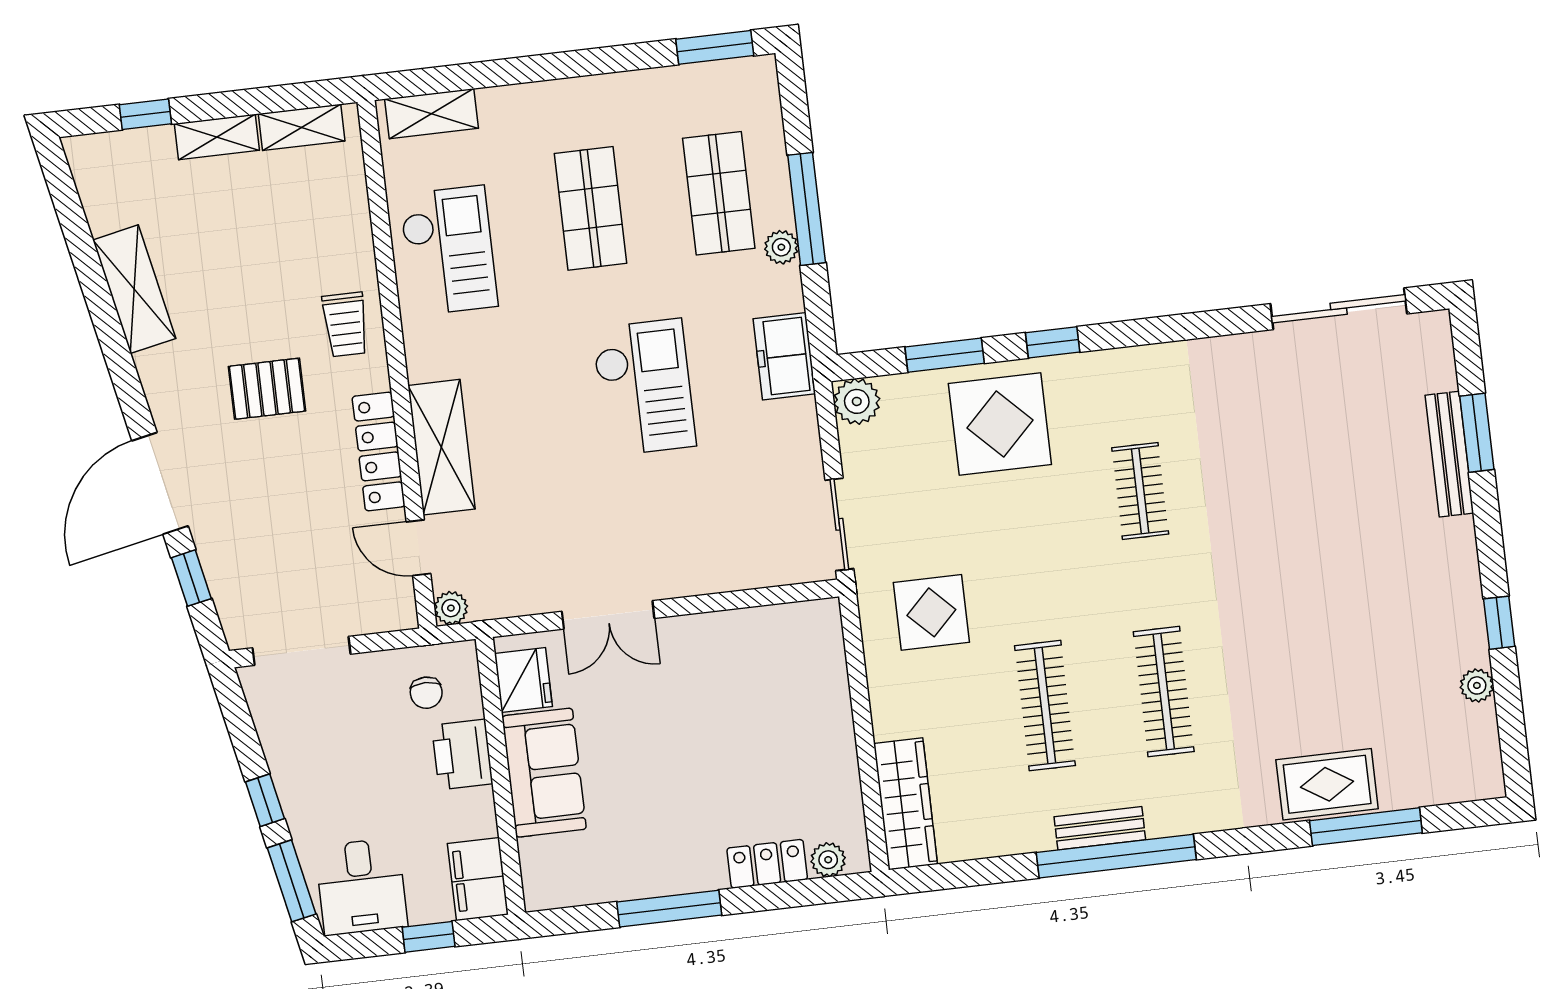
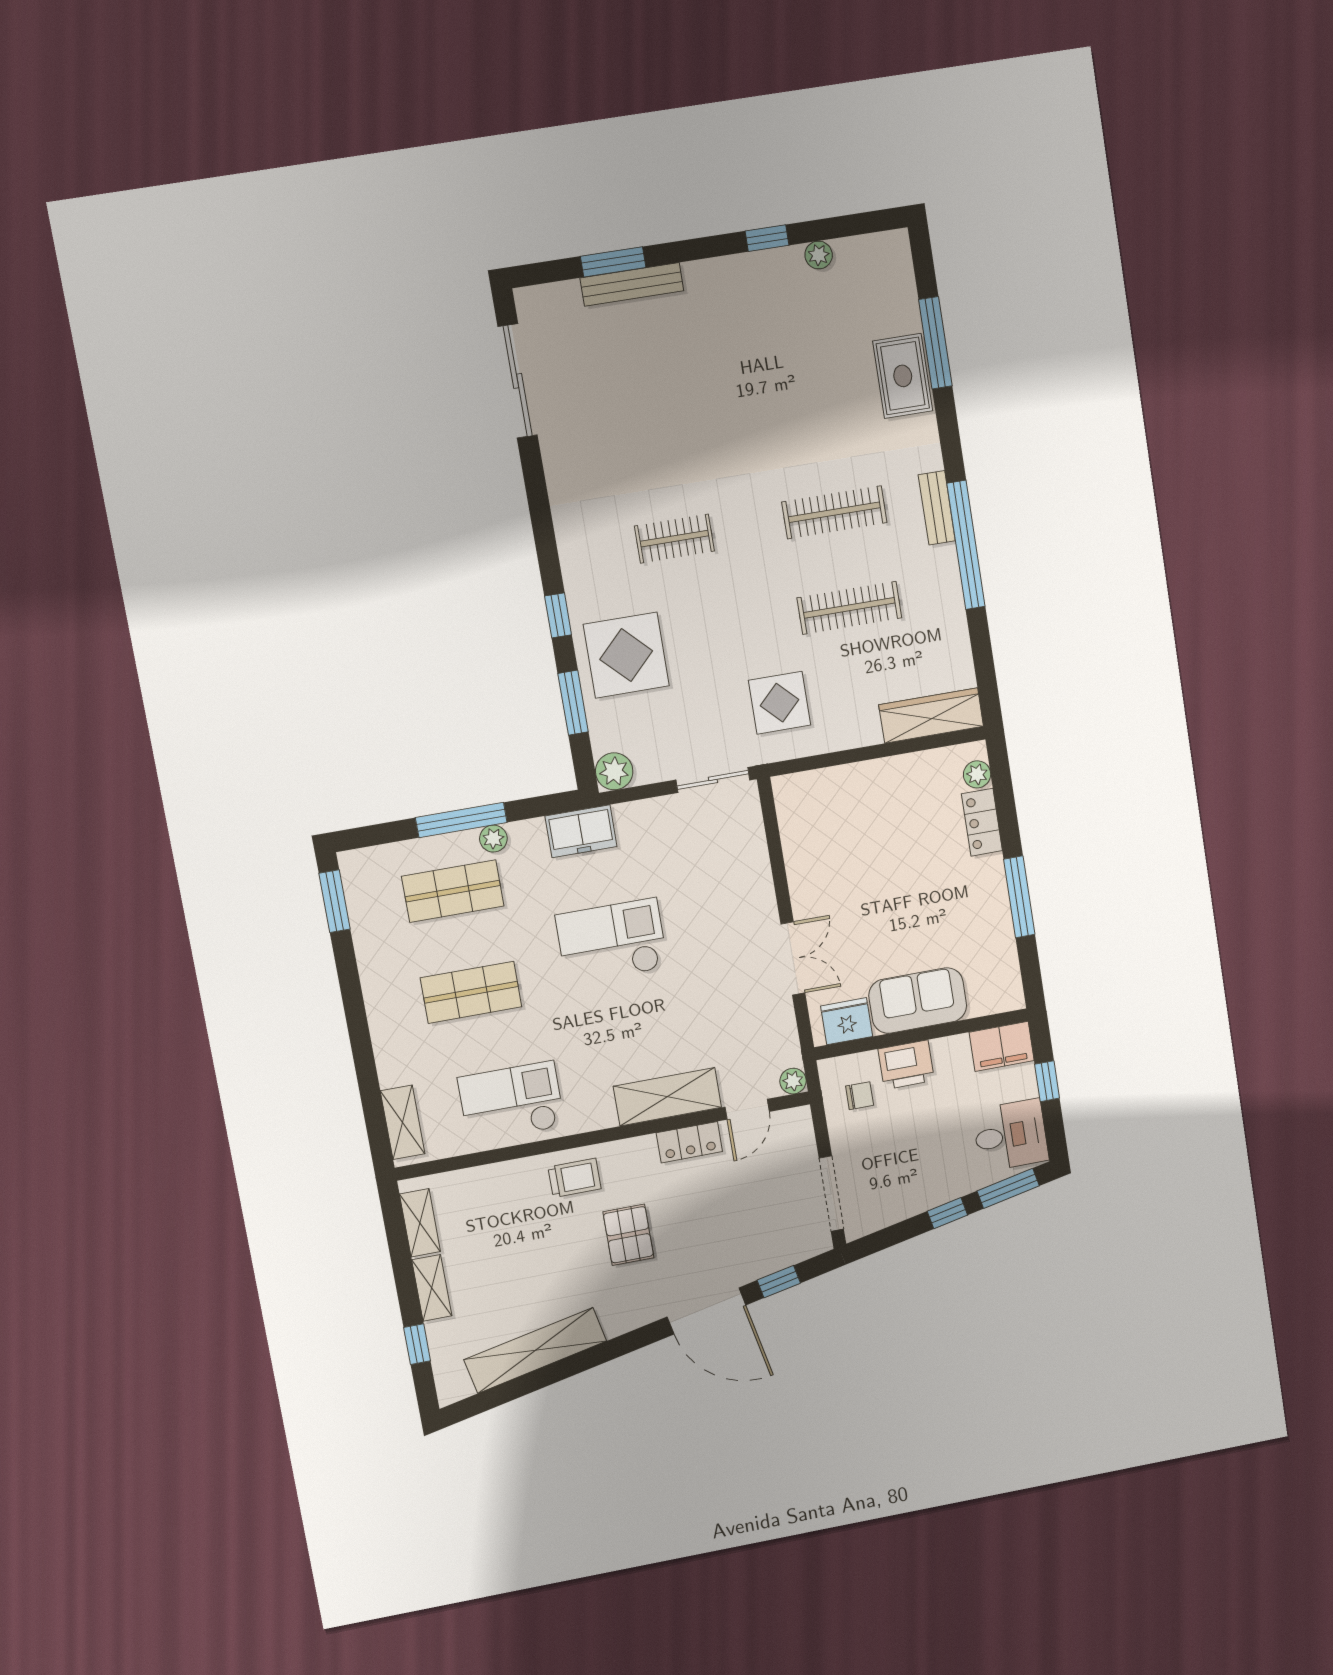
shelving: (134, 289) -> (535, 1350), width x1.47
locker: (379, 451) -> (689, 1142), width x0.66
bench: (1100, 828) -> (937, 508), moved

